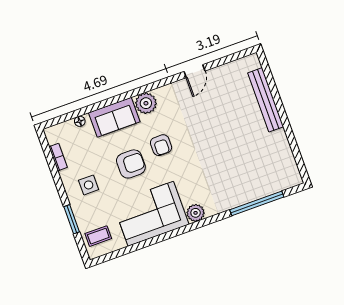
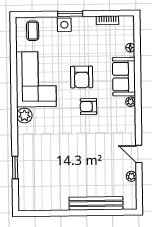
plant: (222, 71) -> (131, 176), added
plant: (146, 103) -> (131, 102), width x0.53, depth x0.53
side table: (89, 185) -> (64, 25), moved
window: (257, 203) -> (15, 168), width x0.47
window: (72, 219) -> (70, 14), moved

